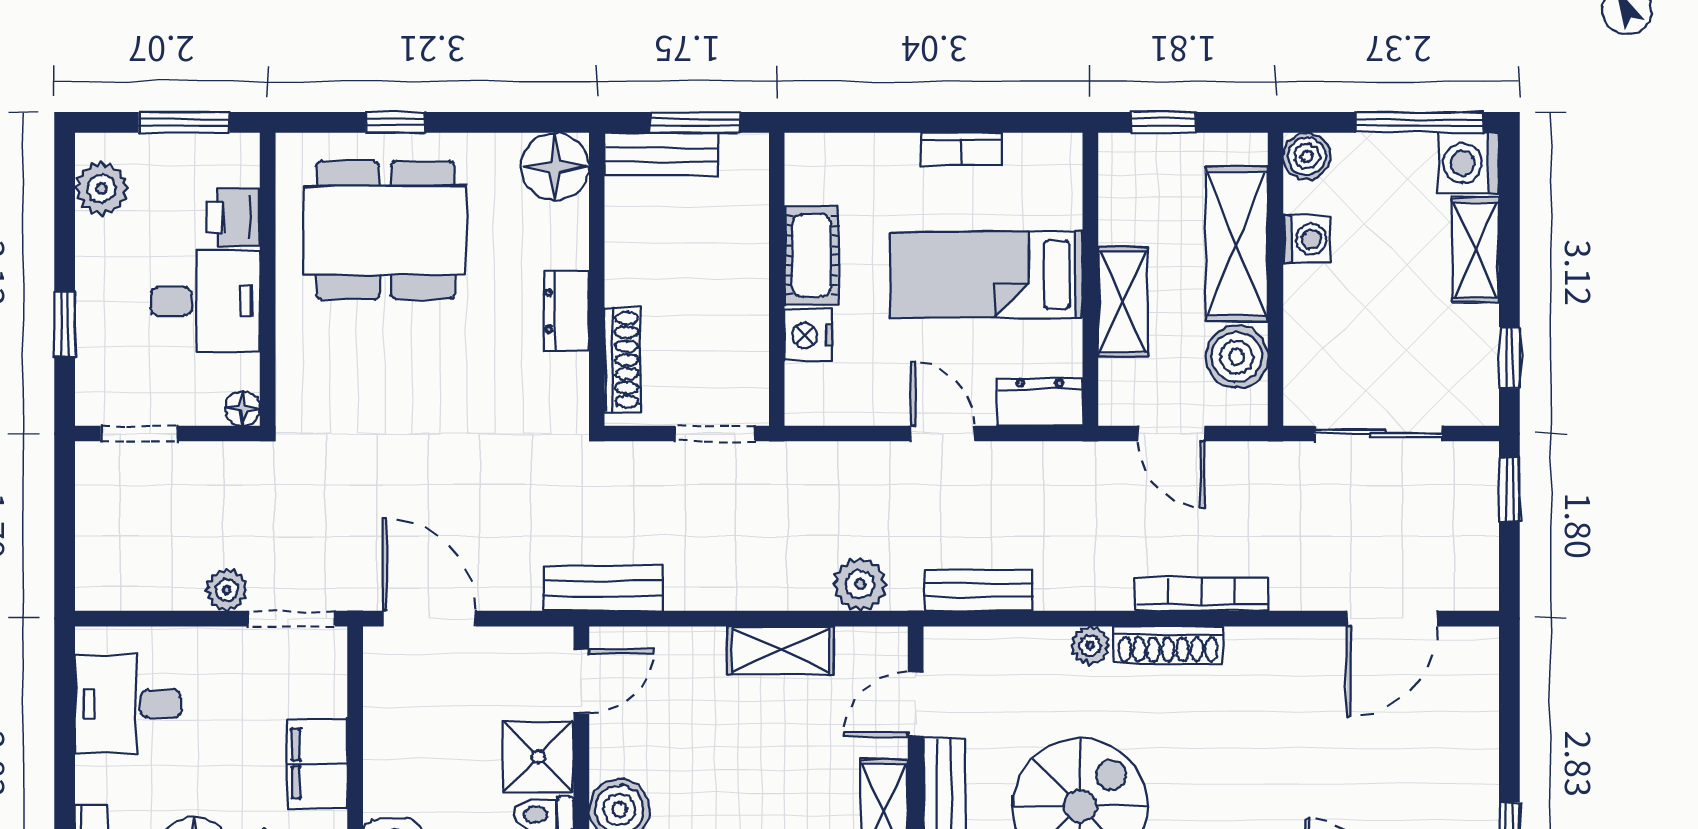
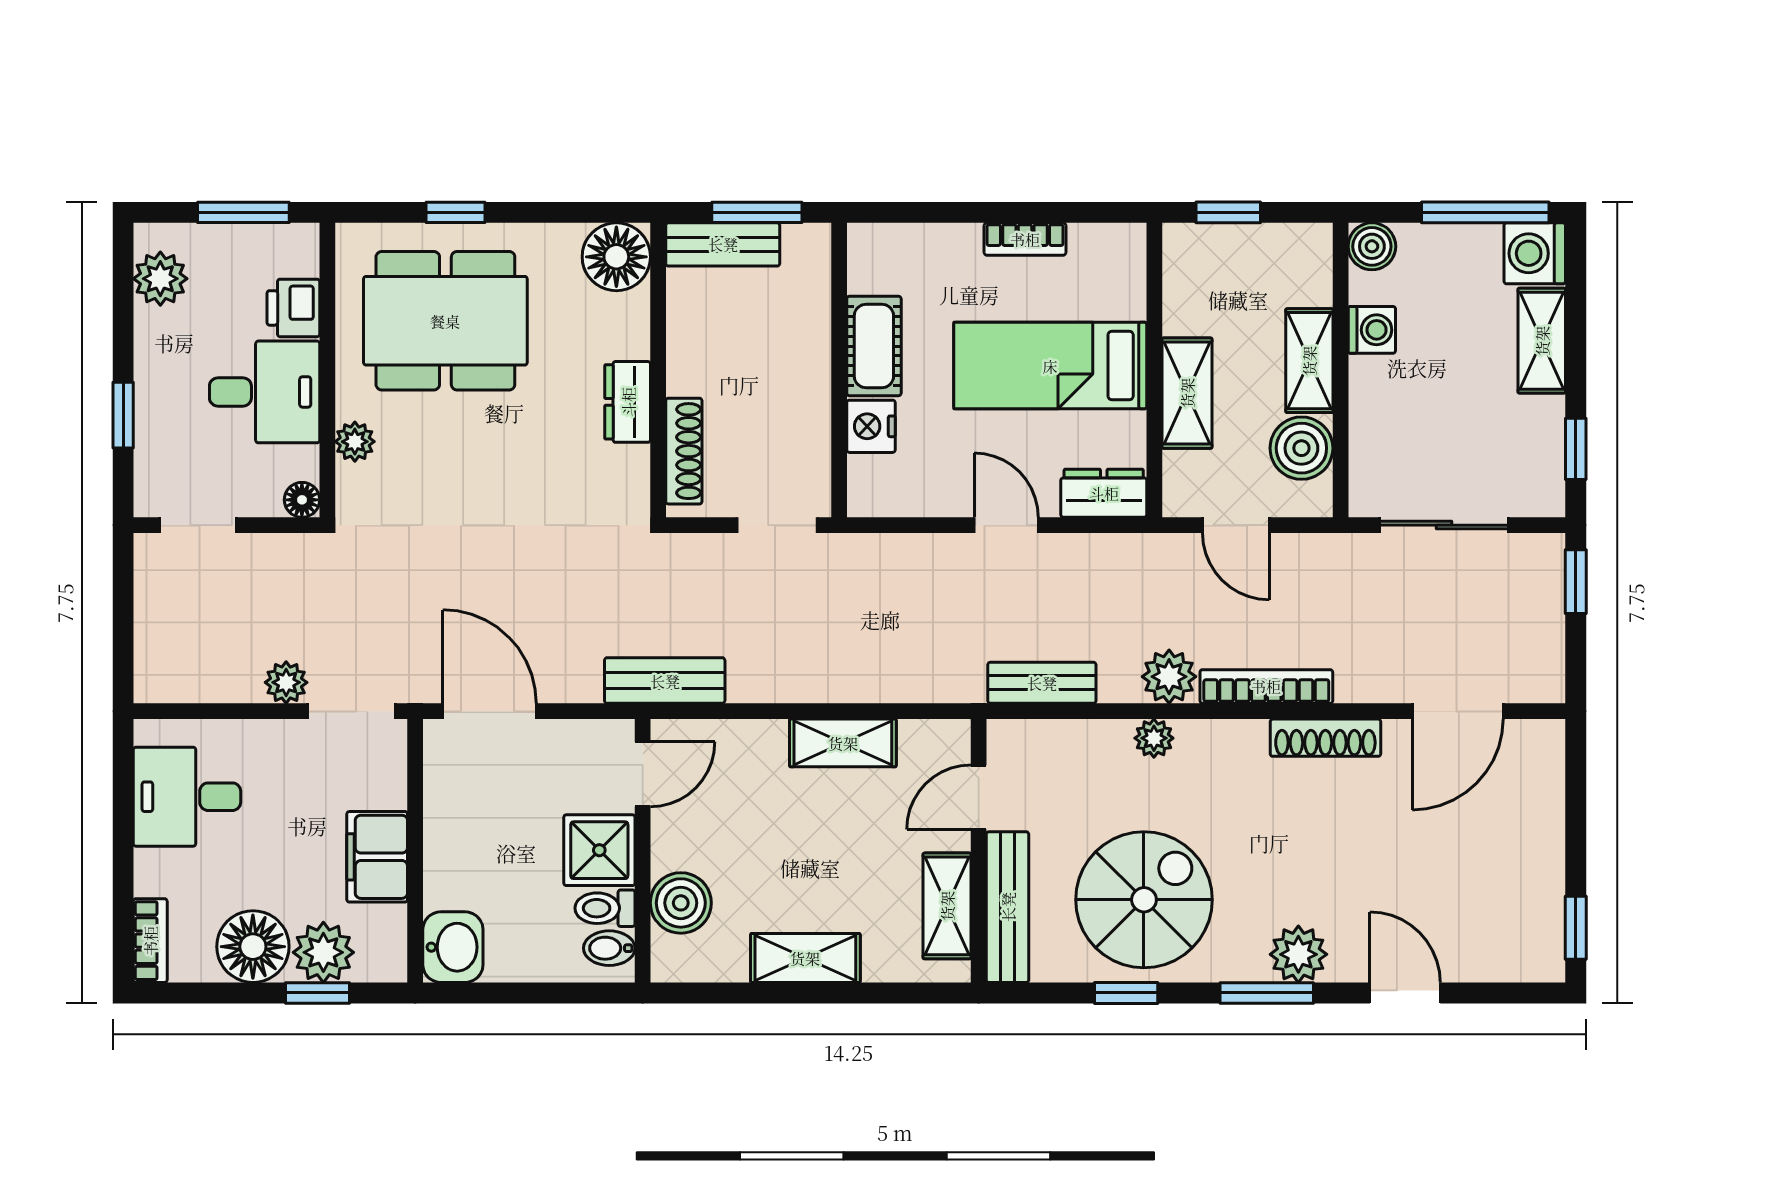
shelving: (1237, 244) -> (1309, 361), width x0.67, depth x0.75
plant: (295, 350) -> (355, 442), added
plant: (860, 584) -> (1169, 677), moved
shoe rack: (1168, 645) -> (1325, 738), moved

